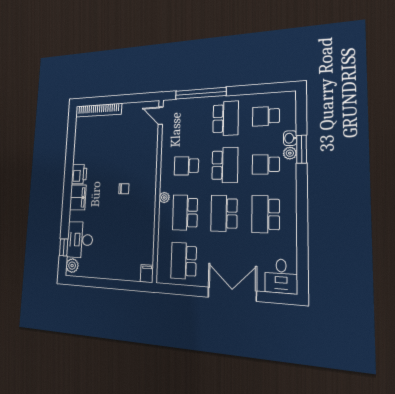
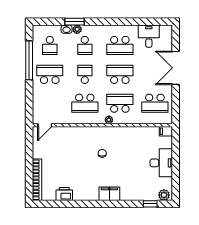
window: (201, 93) -> (29, 60), moved
school desk: (225, 165) -> (85, 74), width x0.54
school desk: (186, 166) -> (85, 103), width x1.85
printer: (79, 174) -> (64, 194), moved
school desk: (185, 213) -> (120, 103), turned 180
school desk: (224, 213) -> (120, 74), turned 180
desk: (80, 240) -> (161, 163), moved, turned -90
desk: (281, 276) -> (149, 36), moved, turned -90

